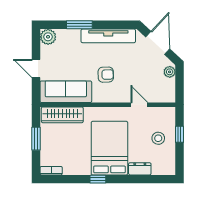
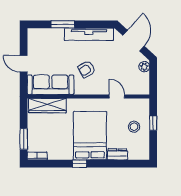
plant: (48, 37) -> (34, 35), removed
armchair: (106, 75) -> (87, 69), turned 152
window: (36, 139) -> (24, 139), moved

